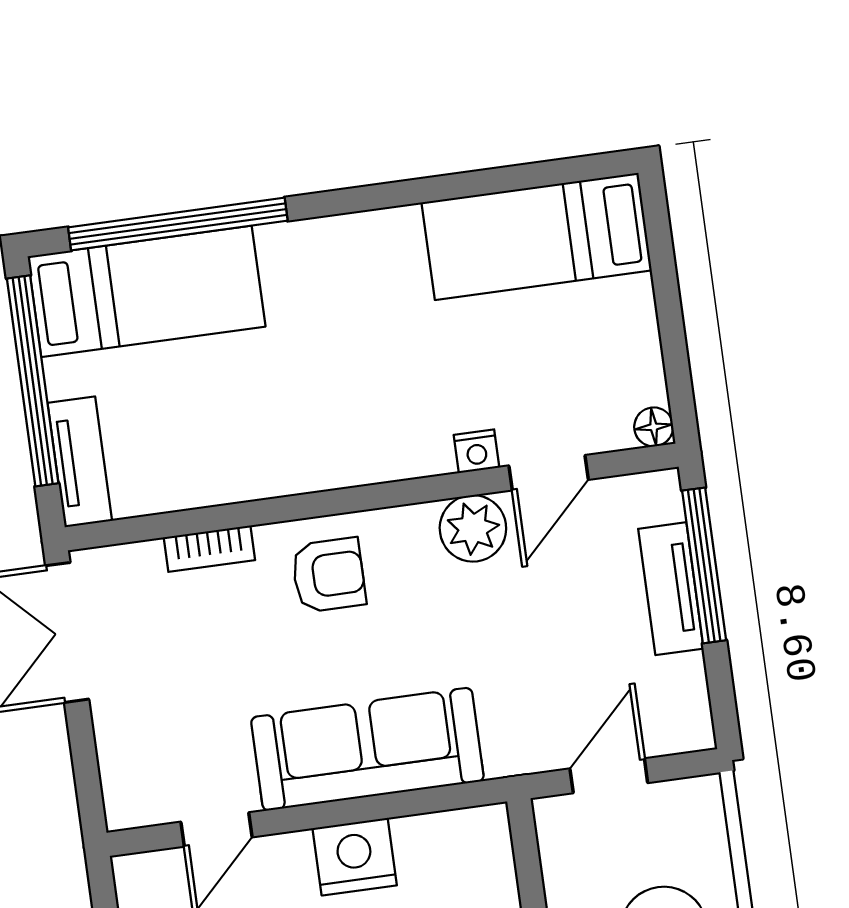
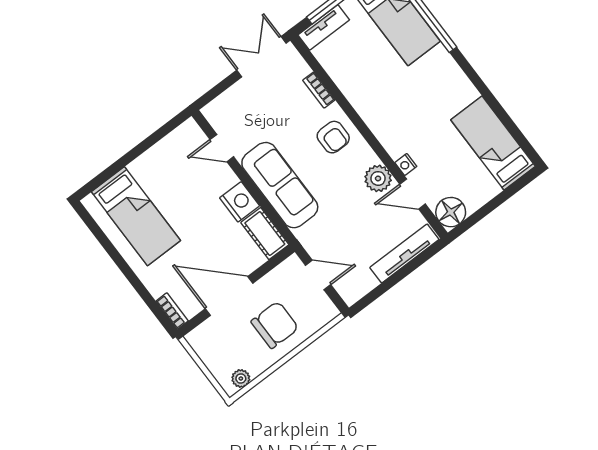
floor lamp: (654, 427) -> (451, 212), width x1.89, depth x1.89
window: (704, 565) -> (411, 267), removed
tv unit: (671, 589) -> (404, 253), width x1.41
cot: (454, 841) -> (265, 234), added

